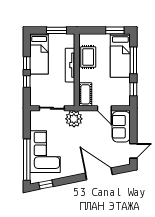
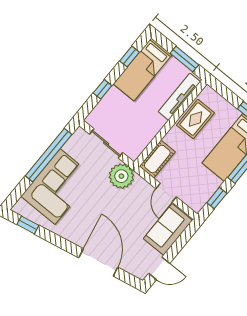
window: (27, 63) -> (129, 57), moved
tv unit: (70, 65) -> (179, 97), moved
window: (27, 160) -> (49, 155), moved

